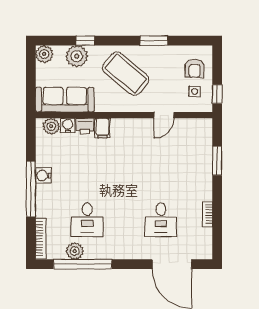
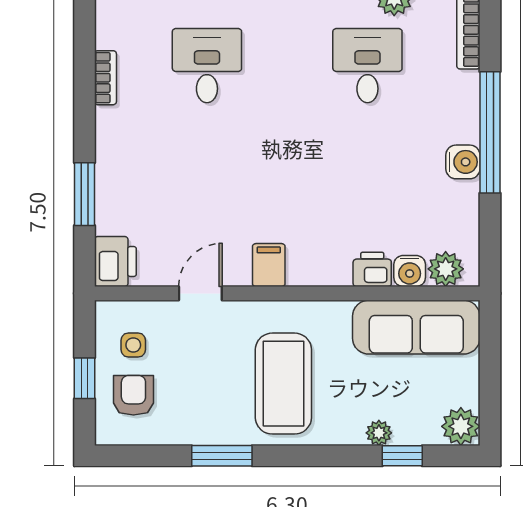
window: (85, 41) -> (402, 456), moved
plant: (77, 56) -> (379, 433), width x0.53, depth x0.53
coffee table: (126, 74) -> (283, 384), turned 50
window: (217, 94) -> (84, 378), moved
filing cabinet: (102, 128) -> (269, 265), moved
printer: (203, 130) -> (115, 262), added

